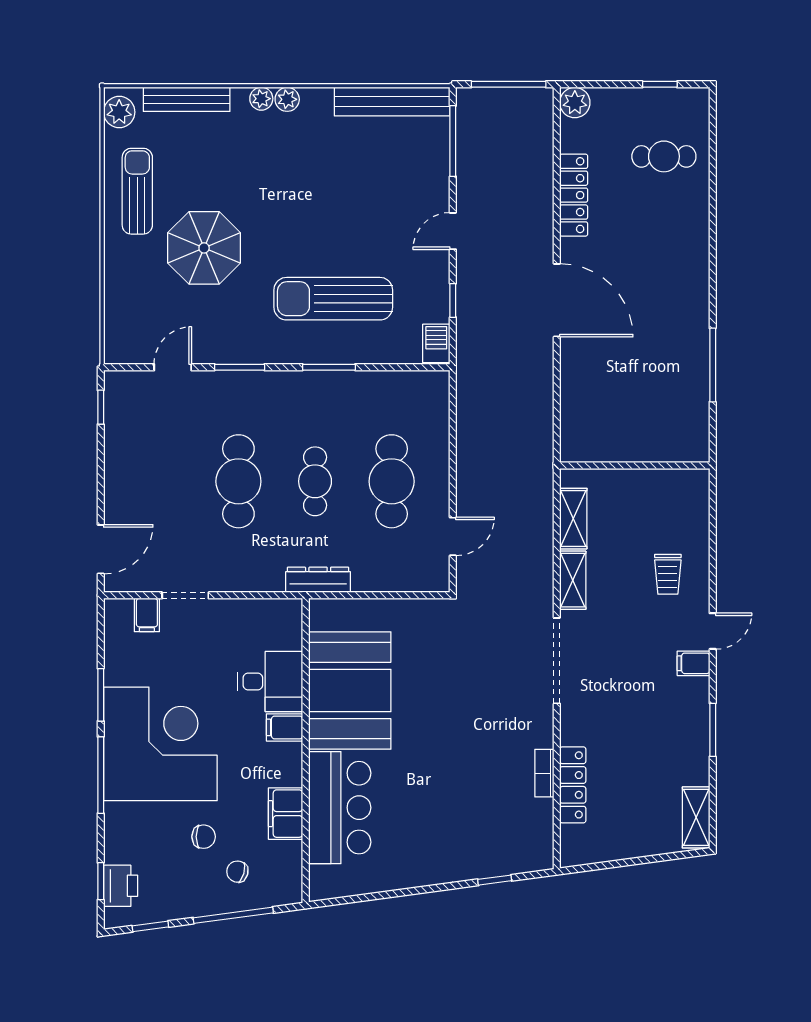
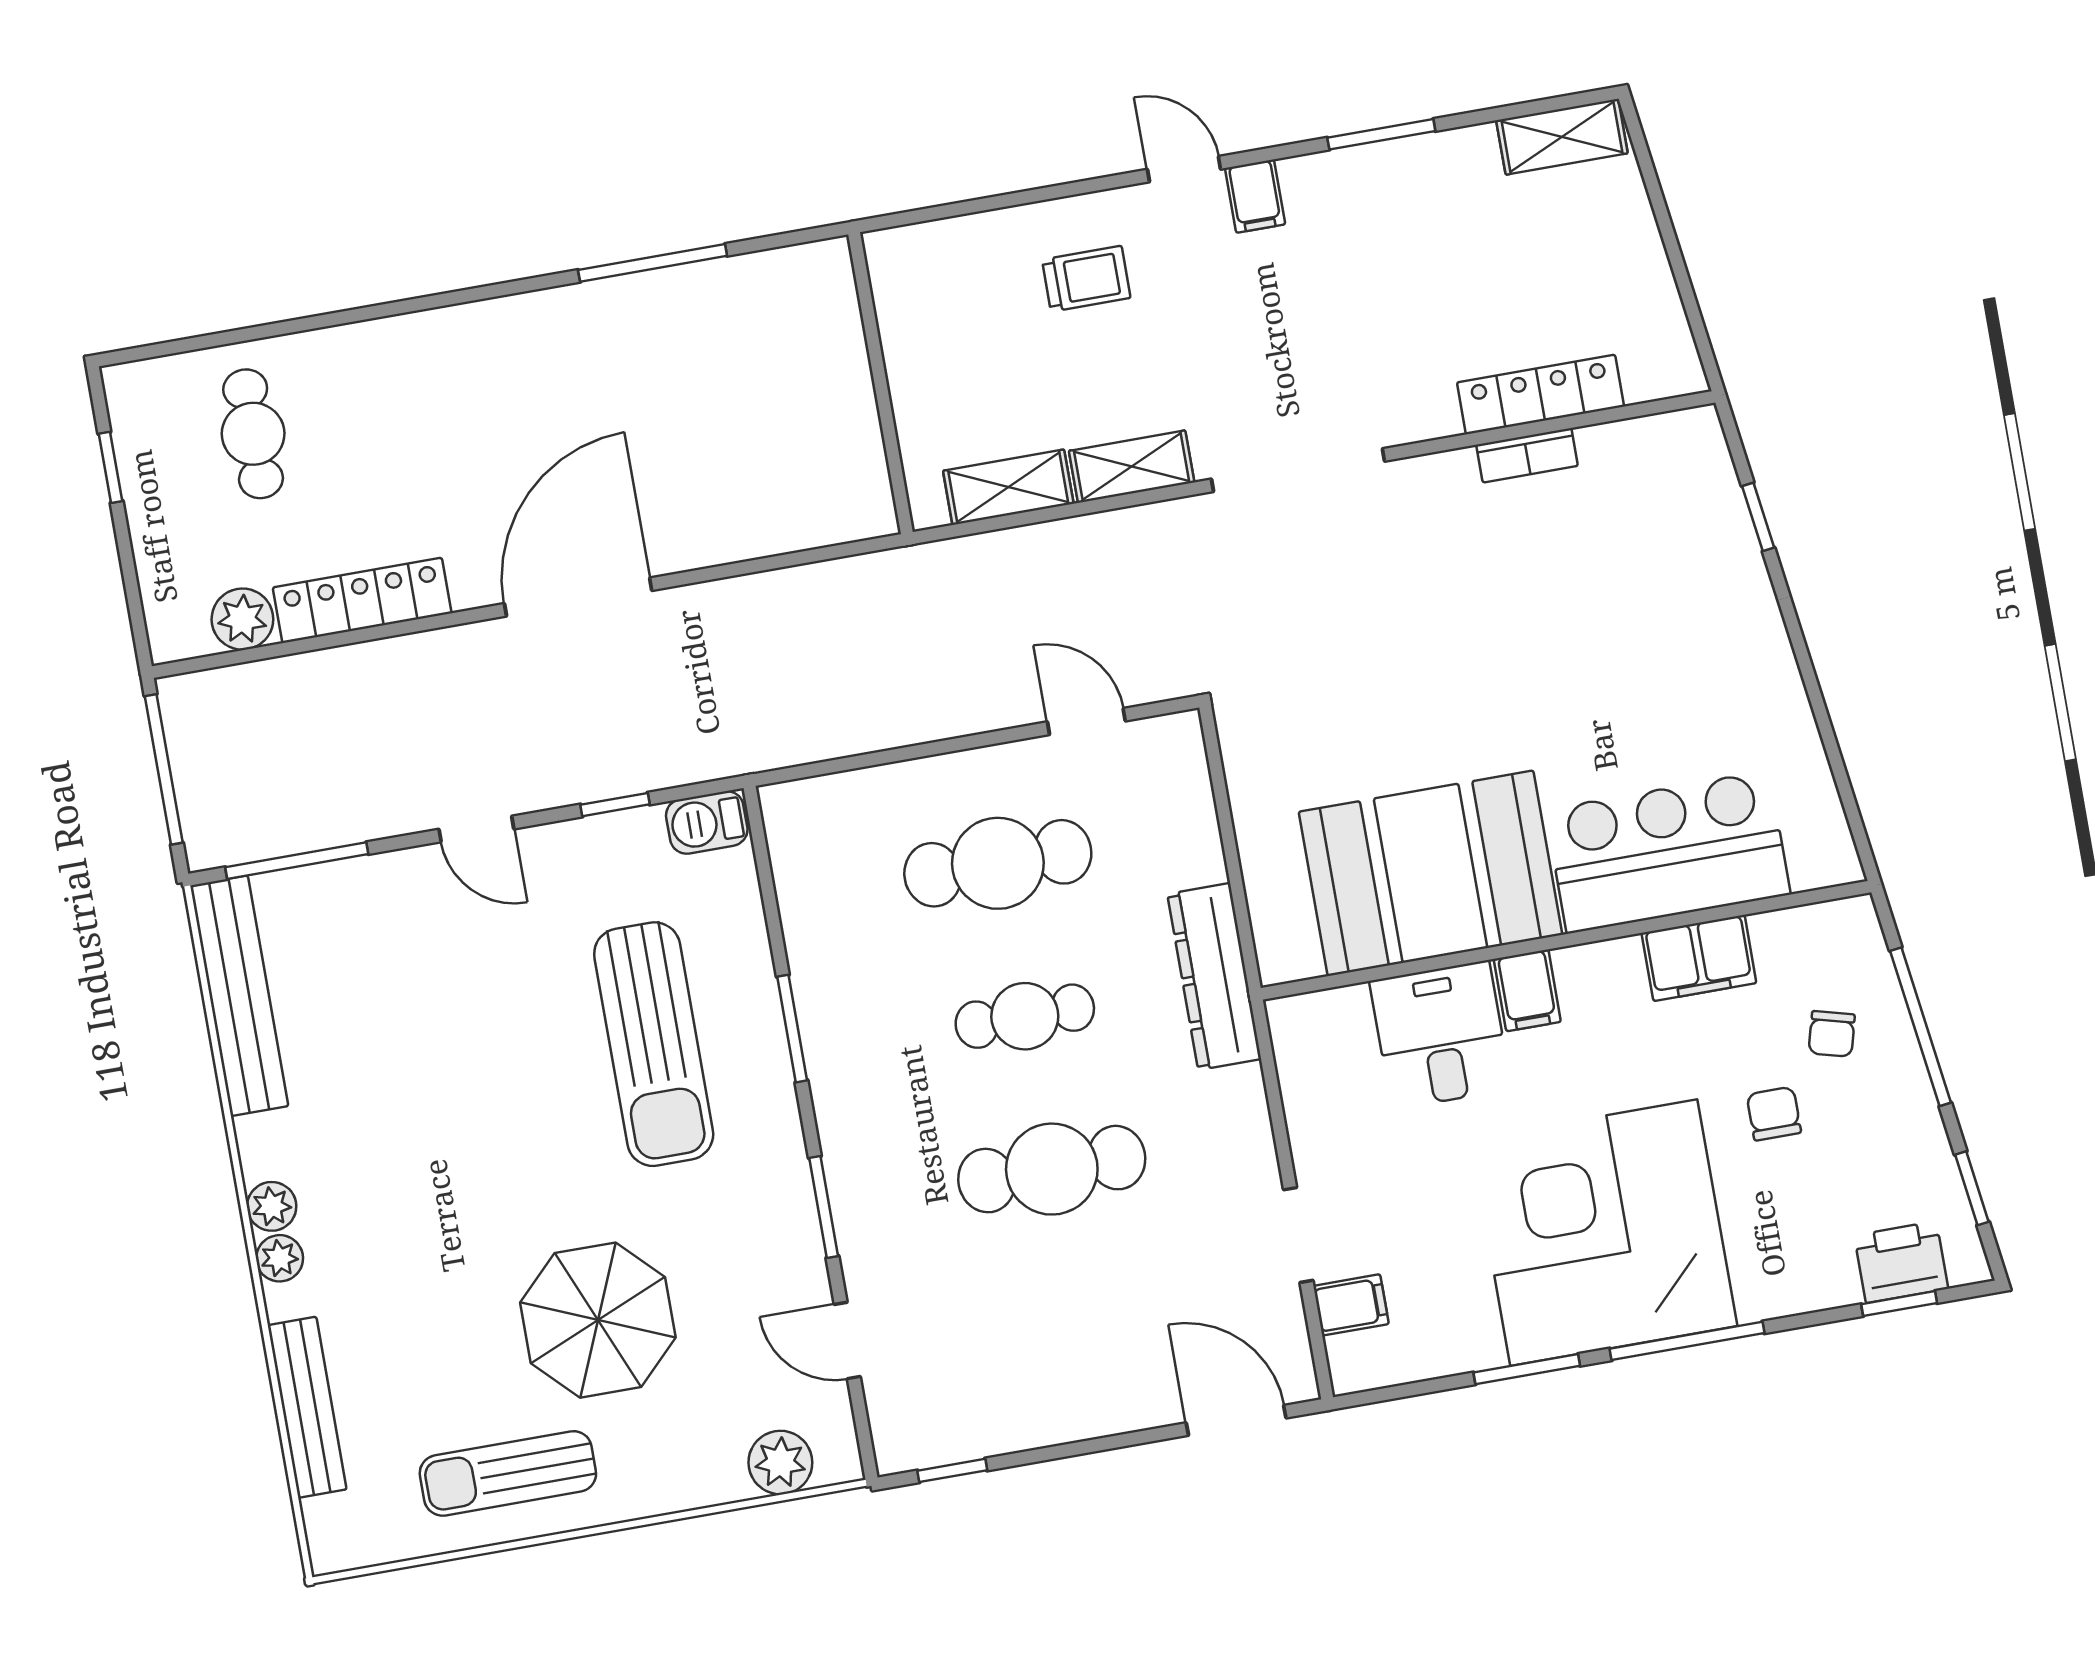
plant: (575, 103) -> (242, 619), moved
plant: (119, 112) -> (780, 1463), moved
dresser: (318, 580) -> (1214, 977), width x1.37, depth x1.24

